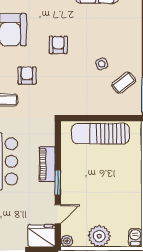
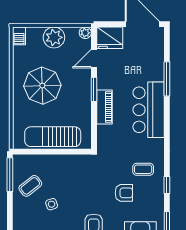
armchair: (27, 76) -> (124, 193), turned -90
sun lounger: (101, 134) -> (53, 137), turned 180
parasol: (111, 186) -> (42, 86), added

